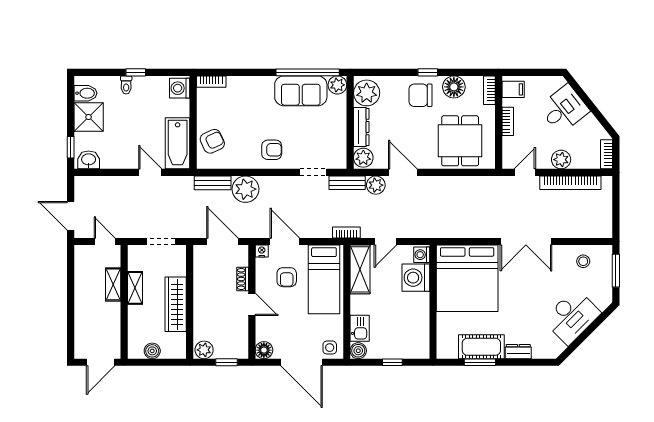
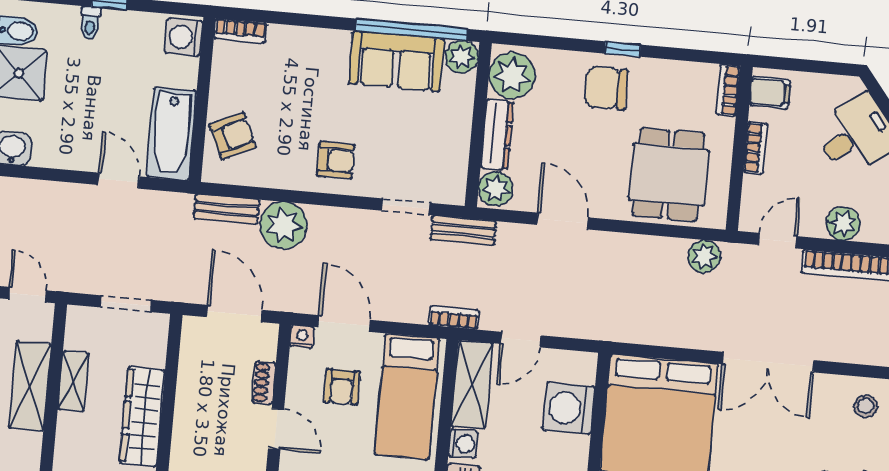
floor lamp: (454, 87) -> (666, 79), removed
plant: (376, 185) -> (704, 256), moved
washing machine: (422, 255) -> (463, 444), moved, turned 180
shelving: (113, 284) -> (30, 386), width x1.50, depth x1.33

